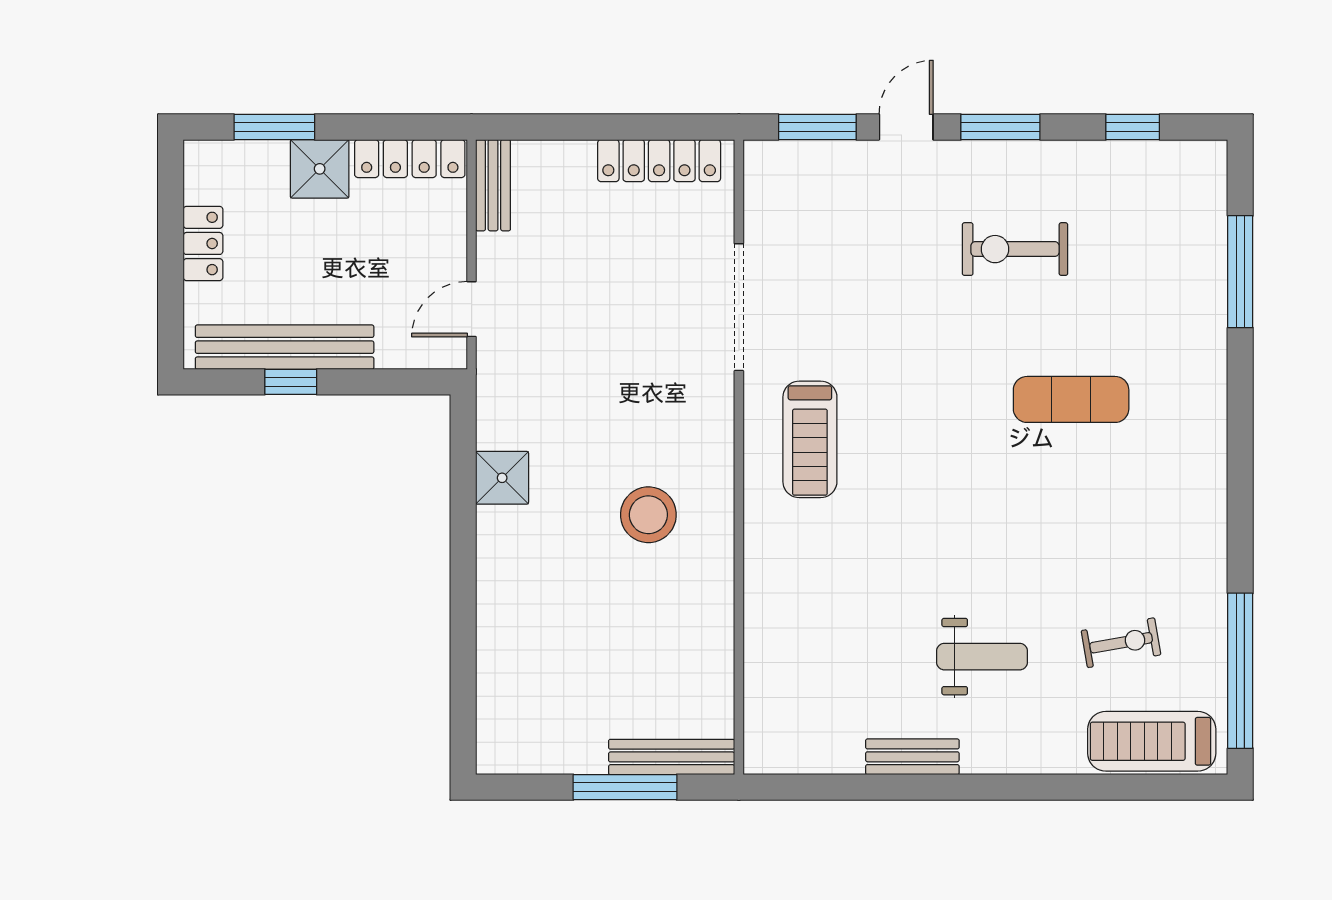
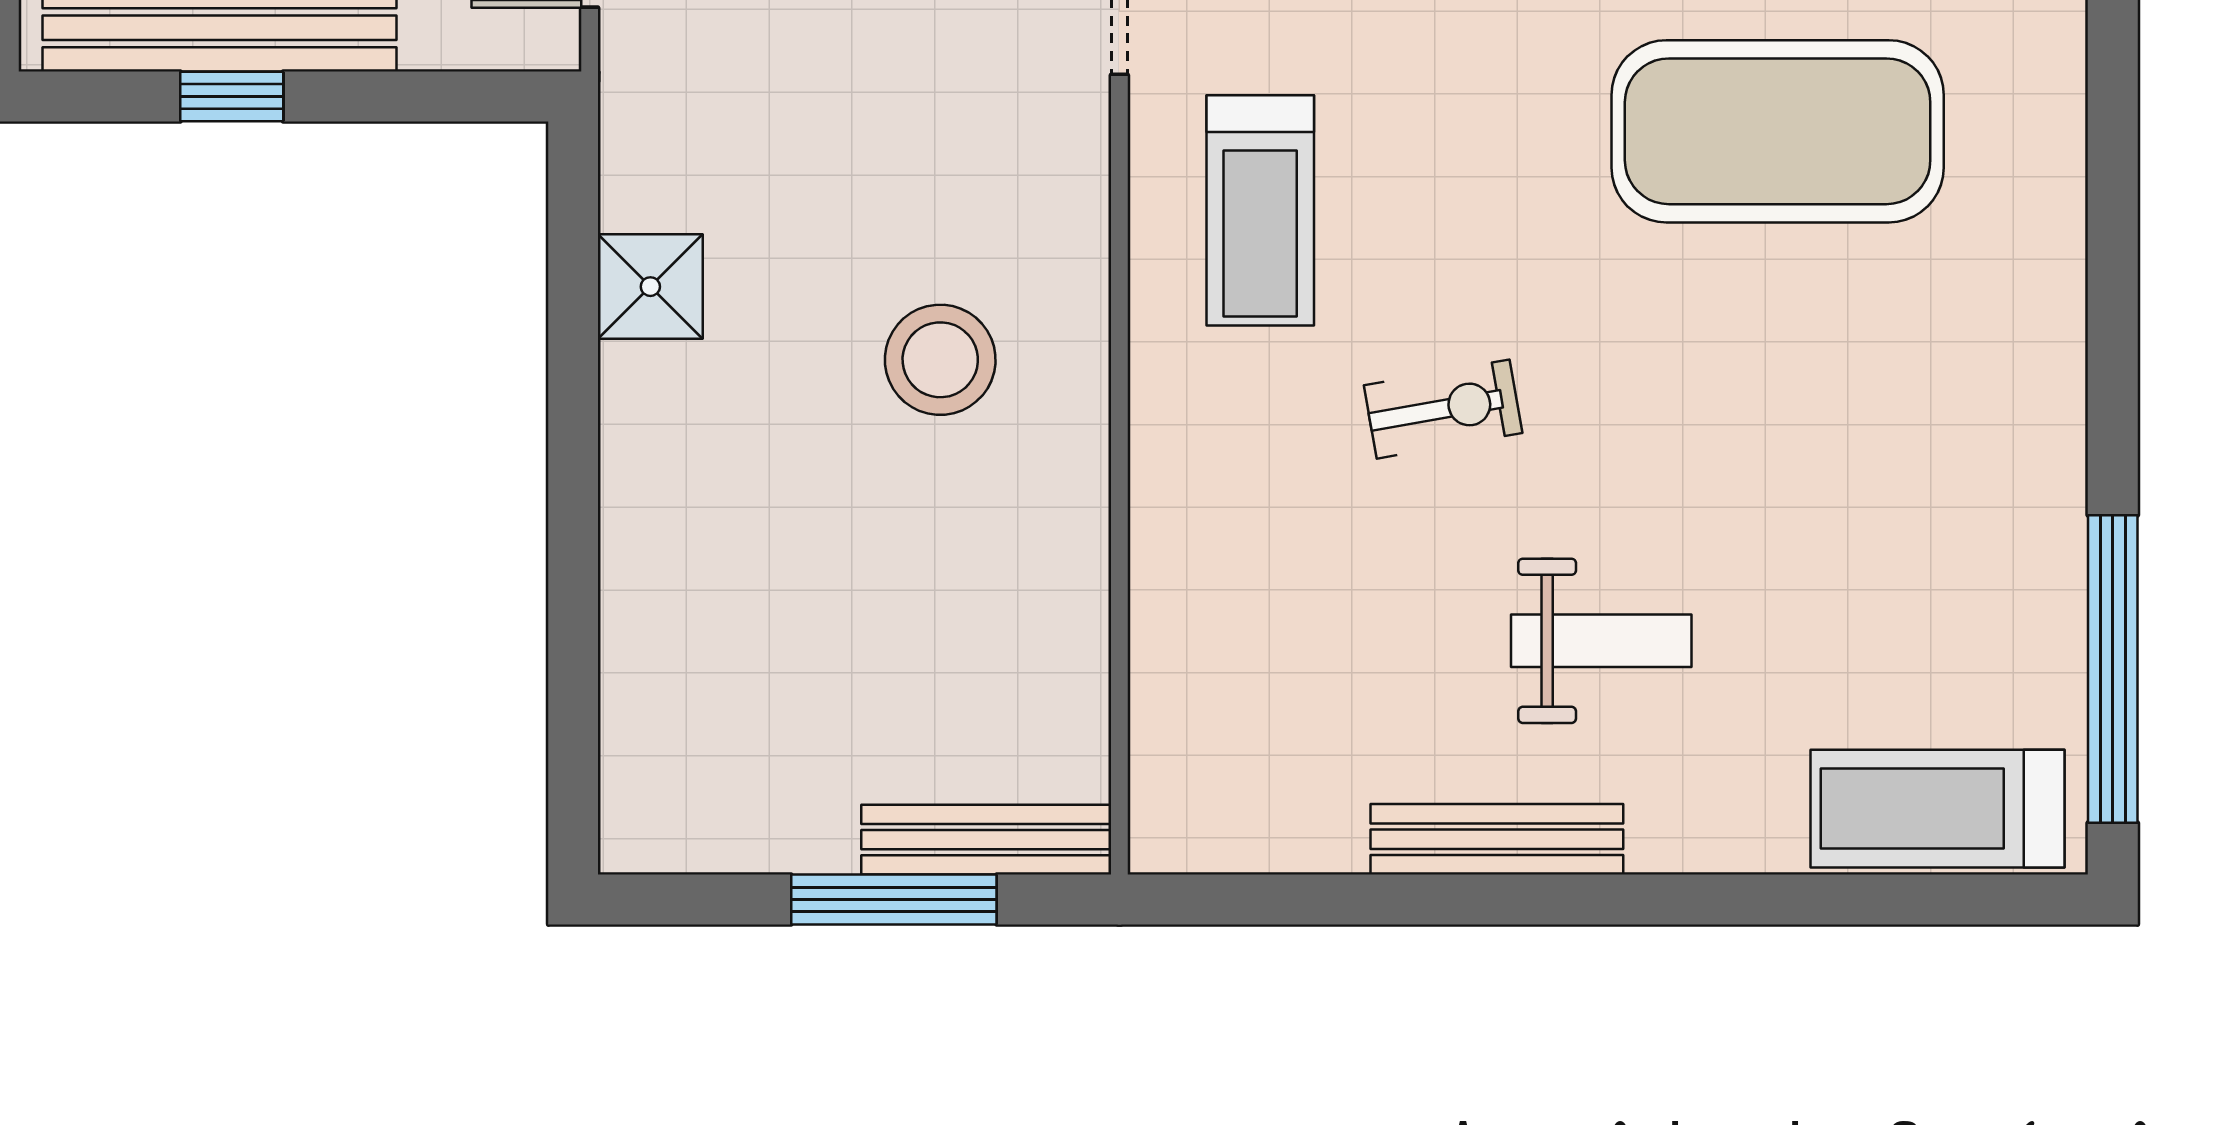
exercise mat: (1071, 399) -> (1778, 131), width x2.00, depth x1.45
exercise bike: (1121, 643) -> (1443, 409), moved
bench: (912, 757) -> (1497, 839), width x1.36

